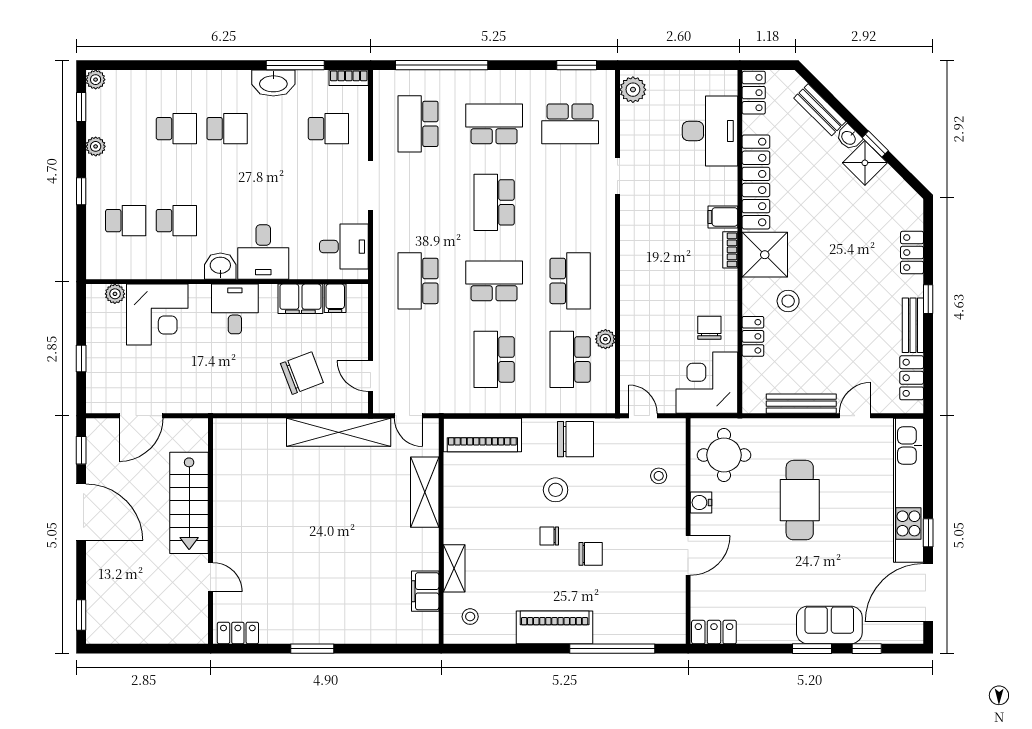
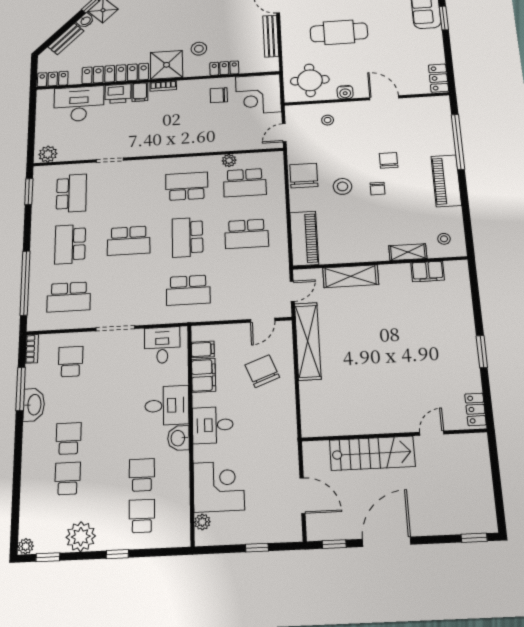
plant: (96, 146) -> (81, 537), width x1.87, depth x1.87
printer: (723, 186) -> (118, 94), added

